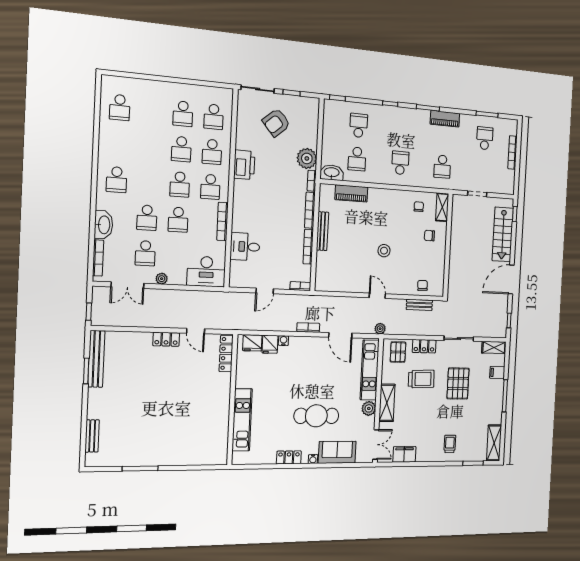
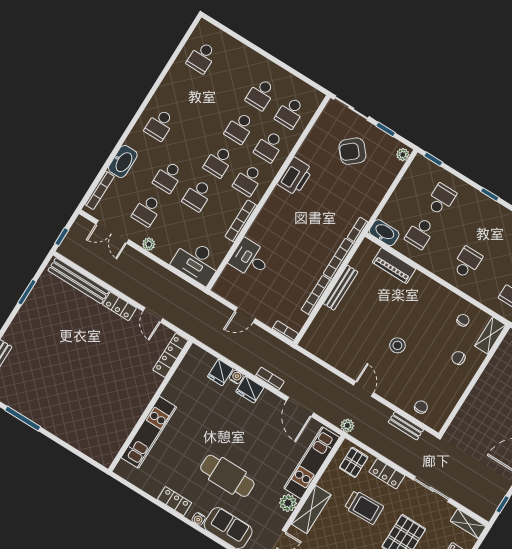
plant: (307, 158) -> (403, 155), moved, width x0.53, depth x0.53
fridge: (252, 343) -> (250, 390), moved
bench: (96, 359) -> (79, 281), moved, turned 90

